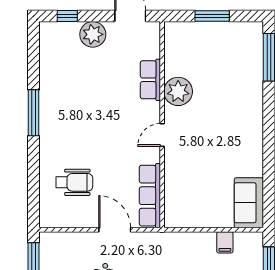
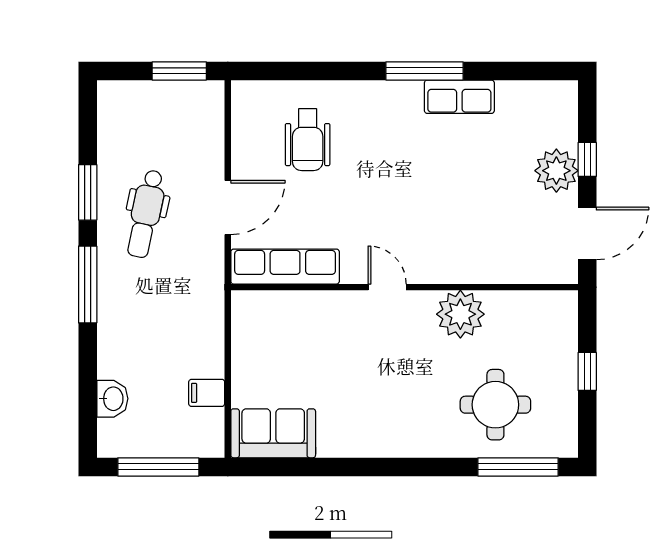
window: (67, 16) -> (587, 159), moved
window: (212, 16) -> (587, 371), width x0.67
round table: (232, 71) -> (495, 405), added
row of seats: (150, 80) -> (459, 97), moved, turned 180

